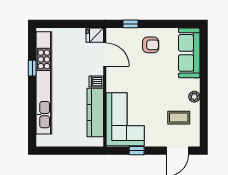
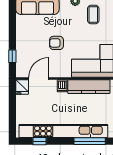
armchair: (151, 45) -> (57, 43), moved, turned -90
window: (32, 68) -> (40, 141), moved
window: (32, 113) -> (90, 141), added

